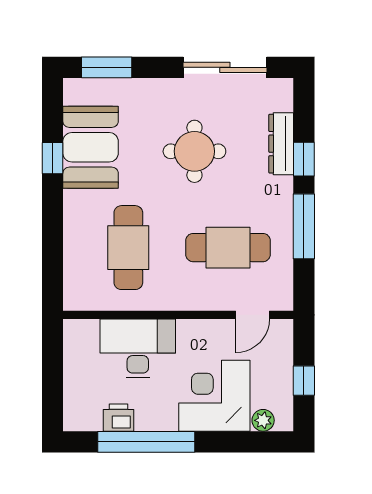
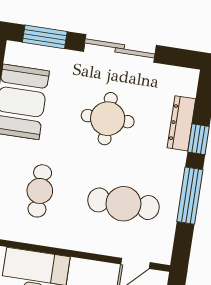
sliding door: (225, 67) -> (120, 48), moved
cafe table: (128, 248) -> (40, 191), width x0.73, depth x0.74

